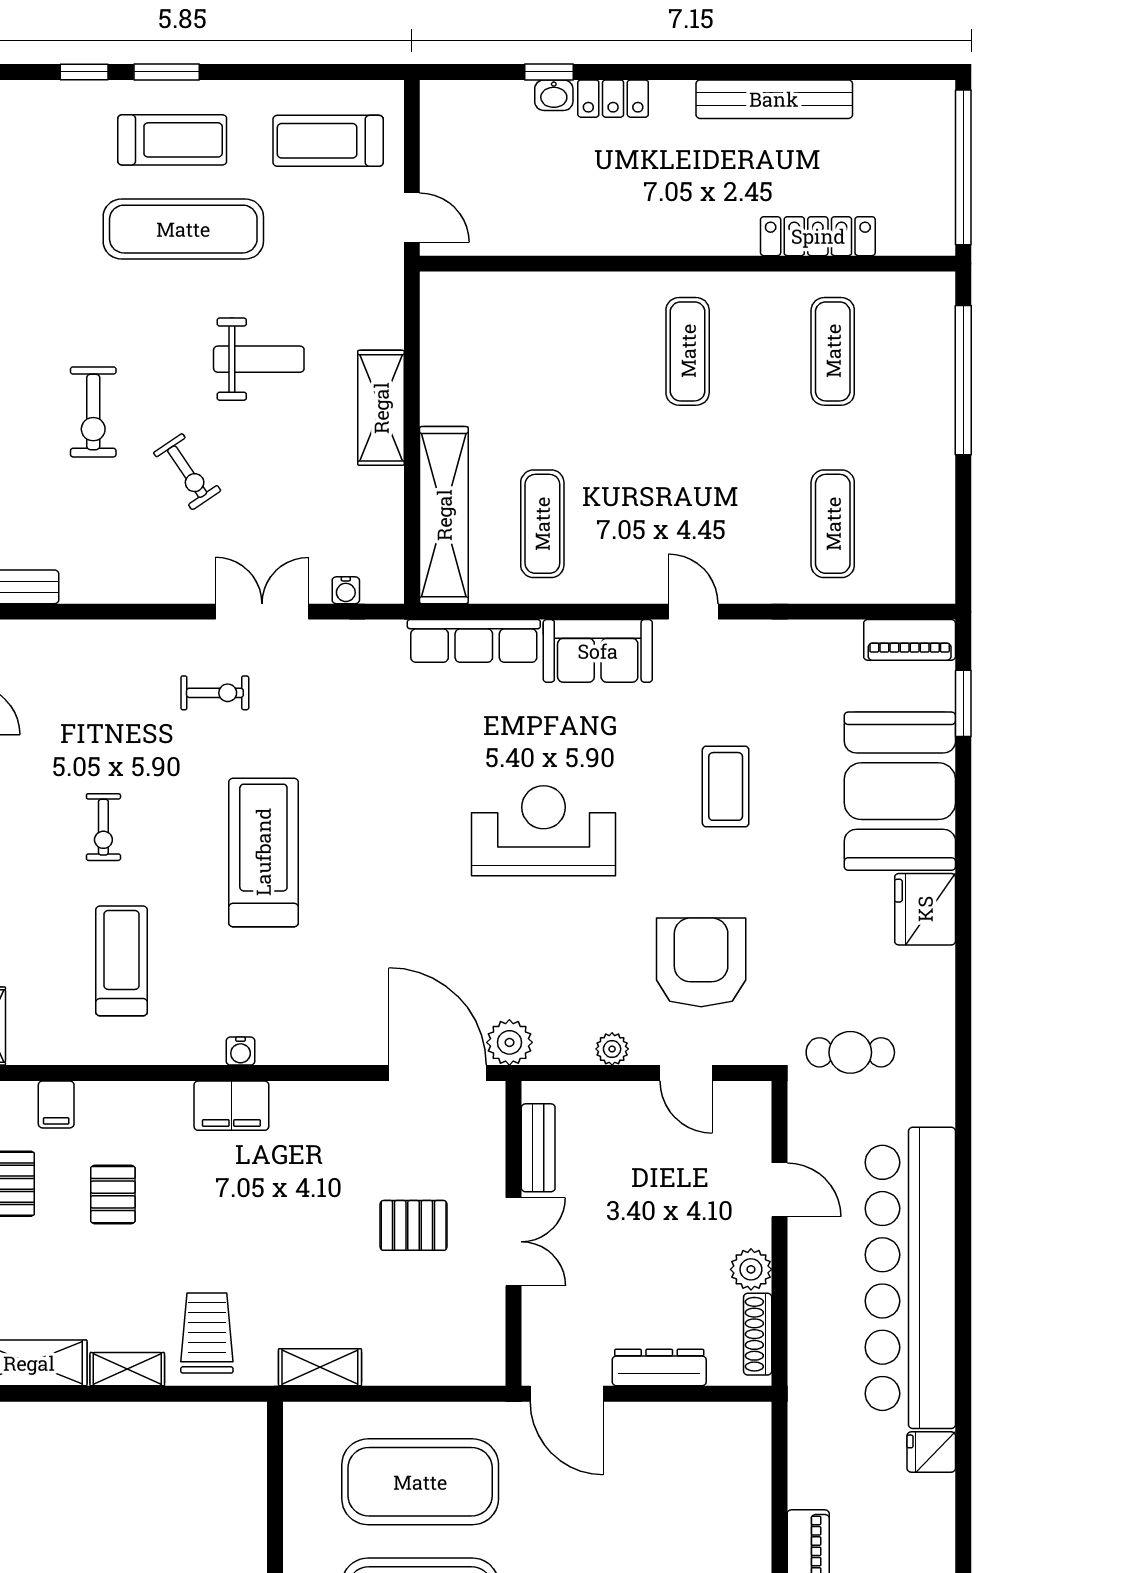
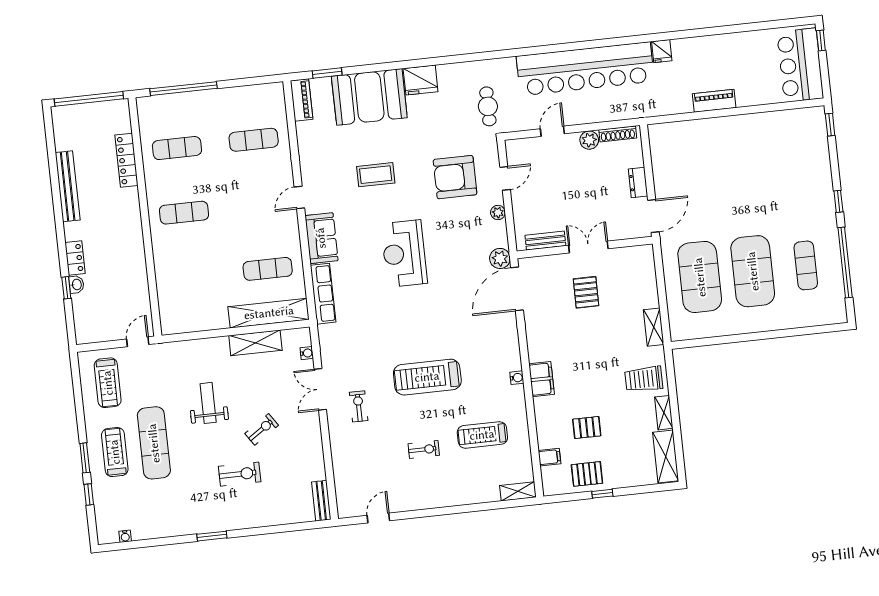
shelving: (381, 408) -> (255, 343), moved
dresser: (659, 1368) -> (638, 182), width x0.70

